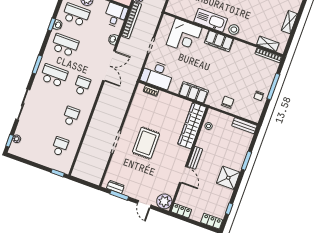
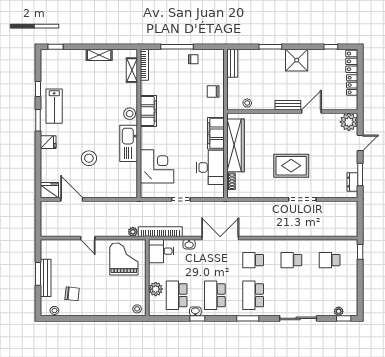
filing cabinet: (219, 41) -> (148, 111), moved
desk: (157, 74) -> (210, 167), moved
wardrobe: (192, 126) -> (236, 145), moved, turned -90
locker: (181, 211) -> (352, 85), moved

